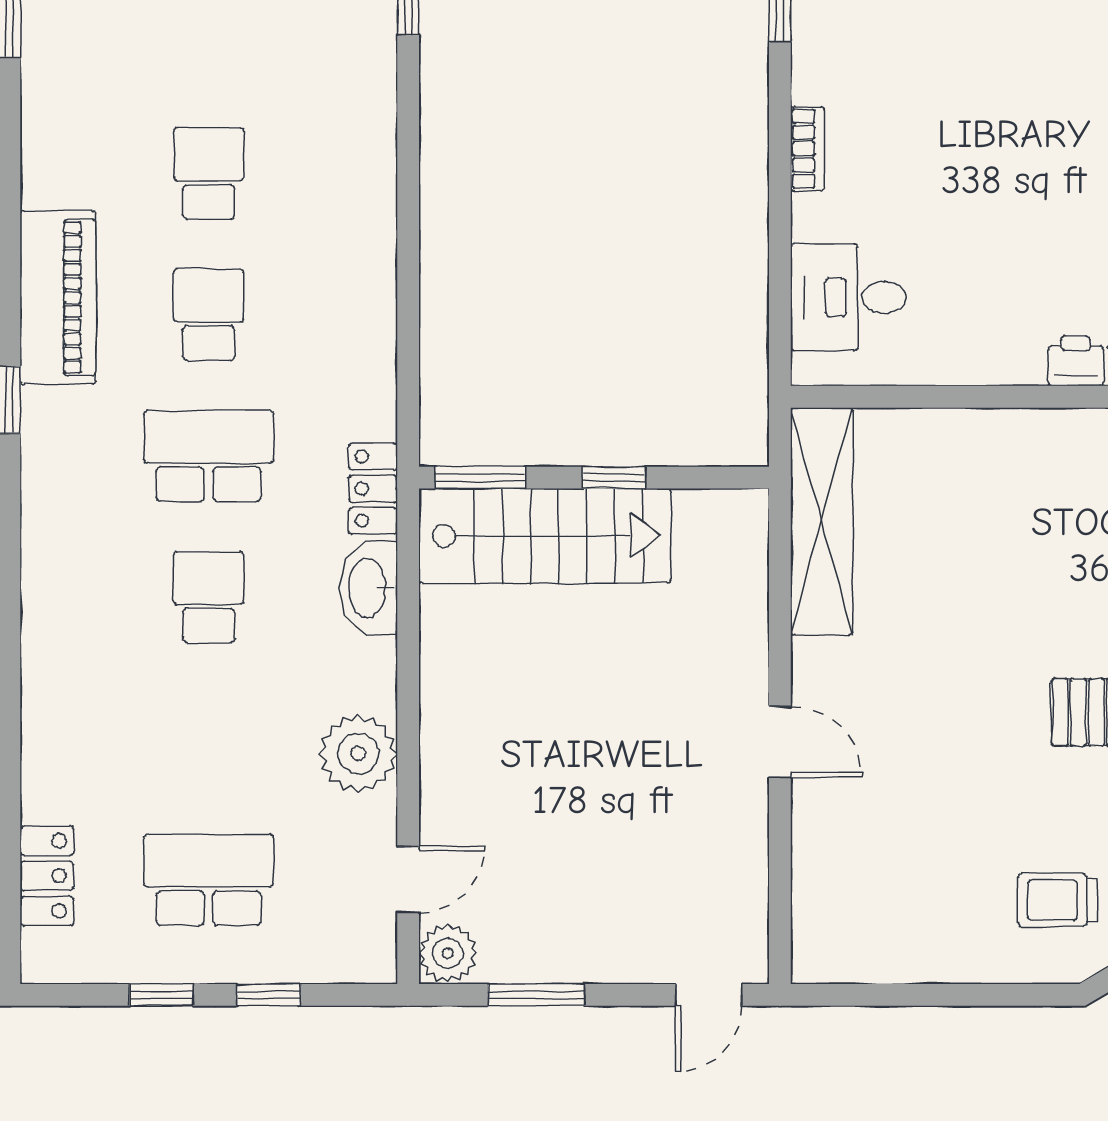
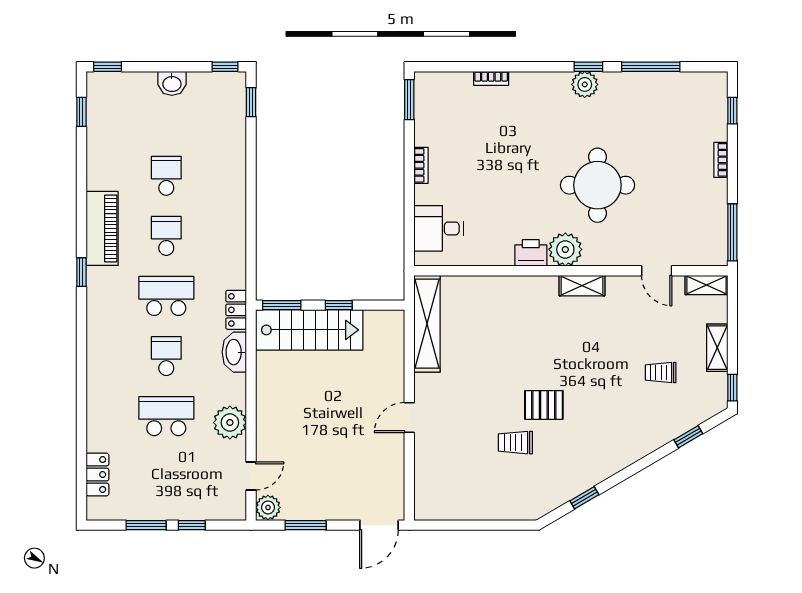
printer: (1076, 361) -> (531, 253), width x1.36, depth x1.24
door: (780, 742) -> (409, 418), swing flipped
school desk: (209, 880) -> (166, 416), moved
trolley: (1058, 900) -> (515, 443), moved
window: (161, 995) -> (146, 525), width x1.50
door: (709, 995) -> (379, 525), width x1.37

